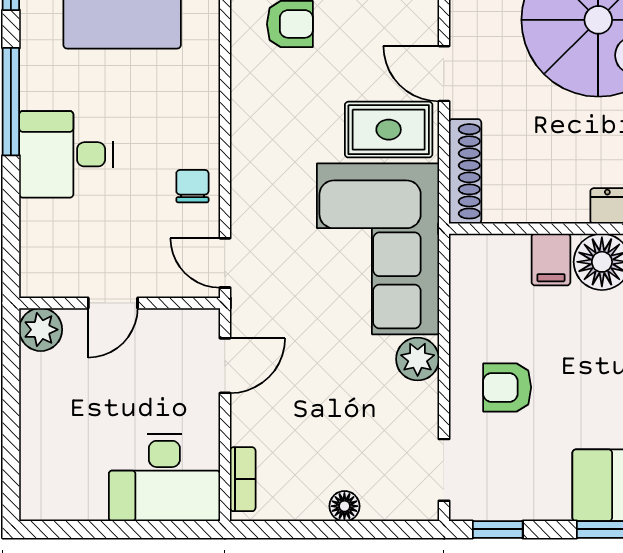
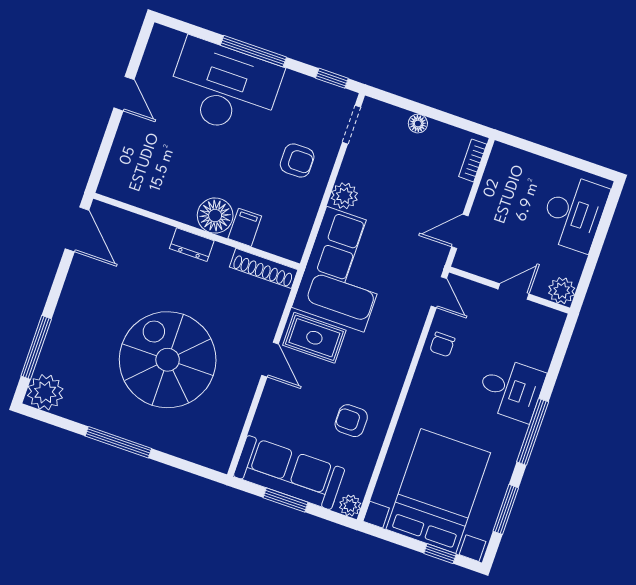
shoe rack: (465, 171) -> (264, 268), moved, turned -90
desk: (164, 478) -> (574, 213), moved, turned 90

